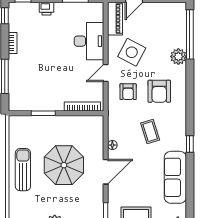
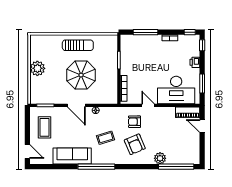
desk: (89, 41) -> (176, 90), width x1.36, depth x1.30
side table: (132, 52) -> (163, 124), removed
armchair: (159, 91) -> (135, 144), turned -113
window: (190, 144) -> (96, 167), width x3.17

